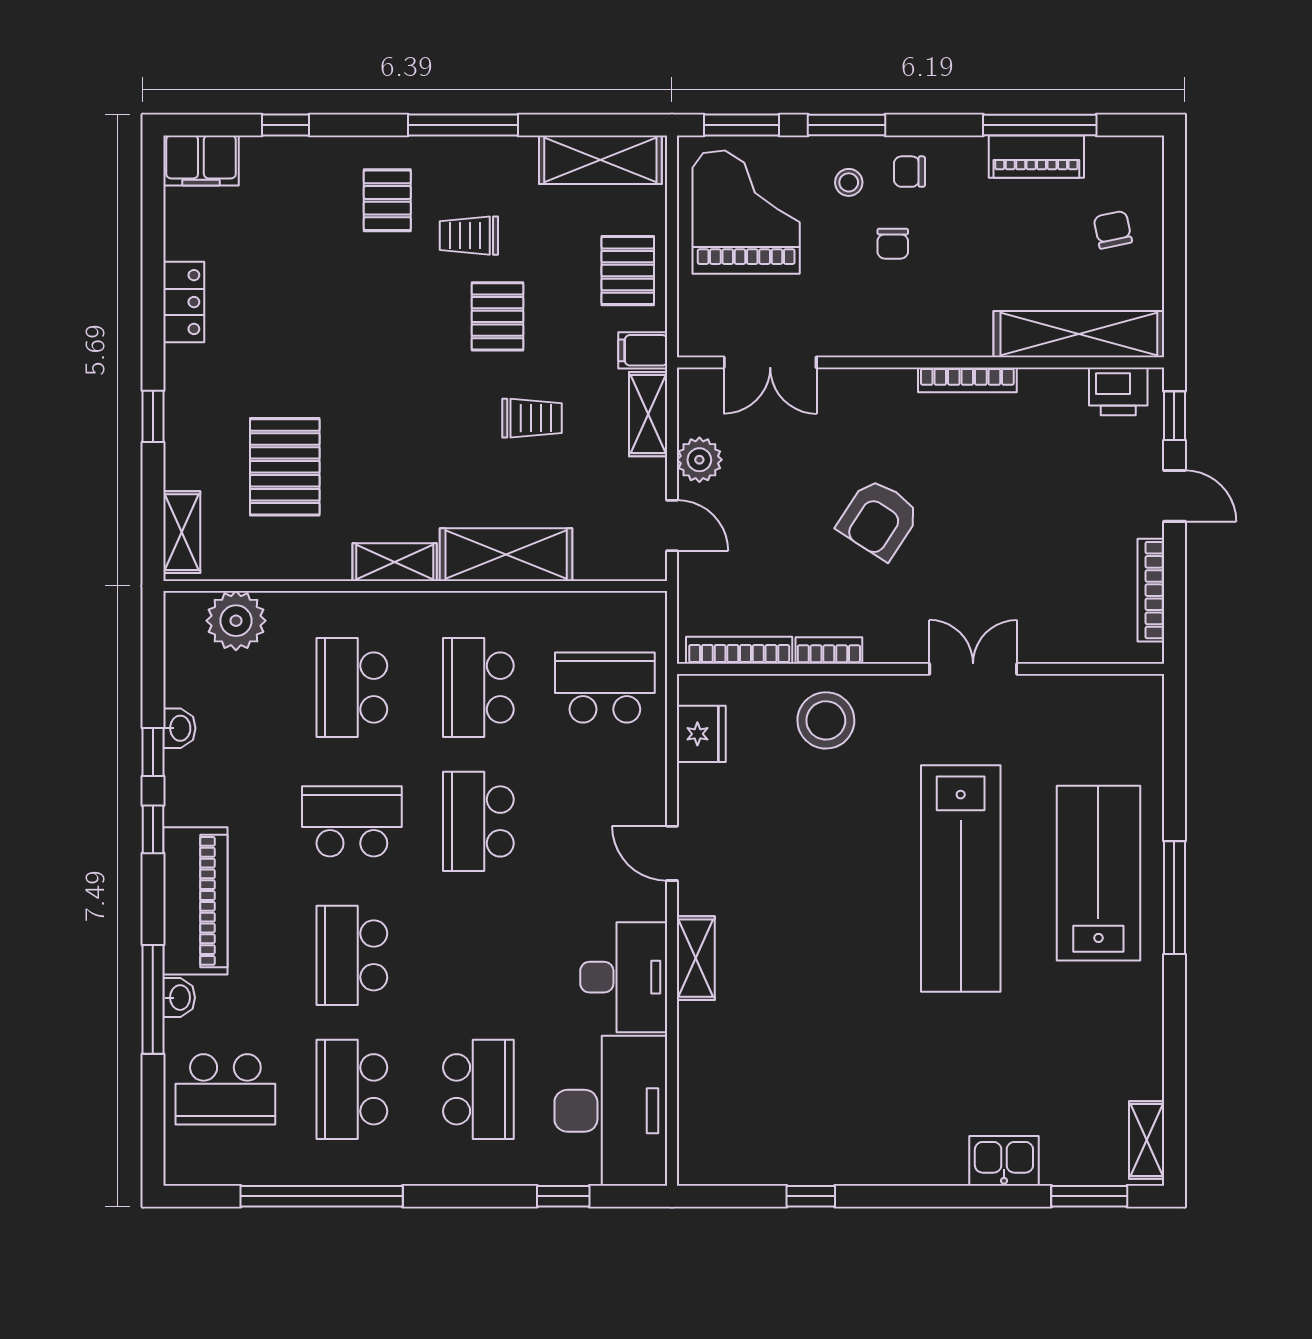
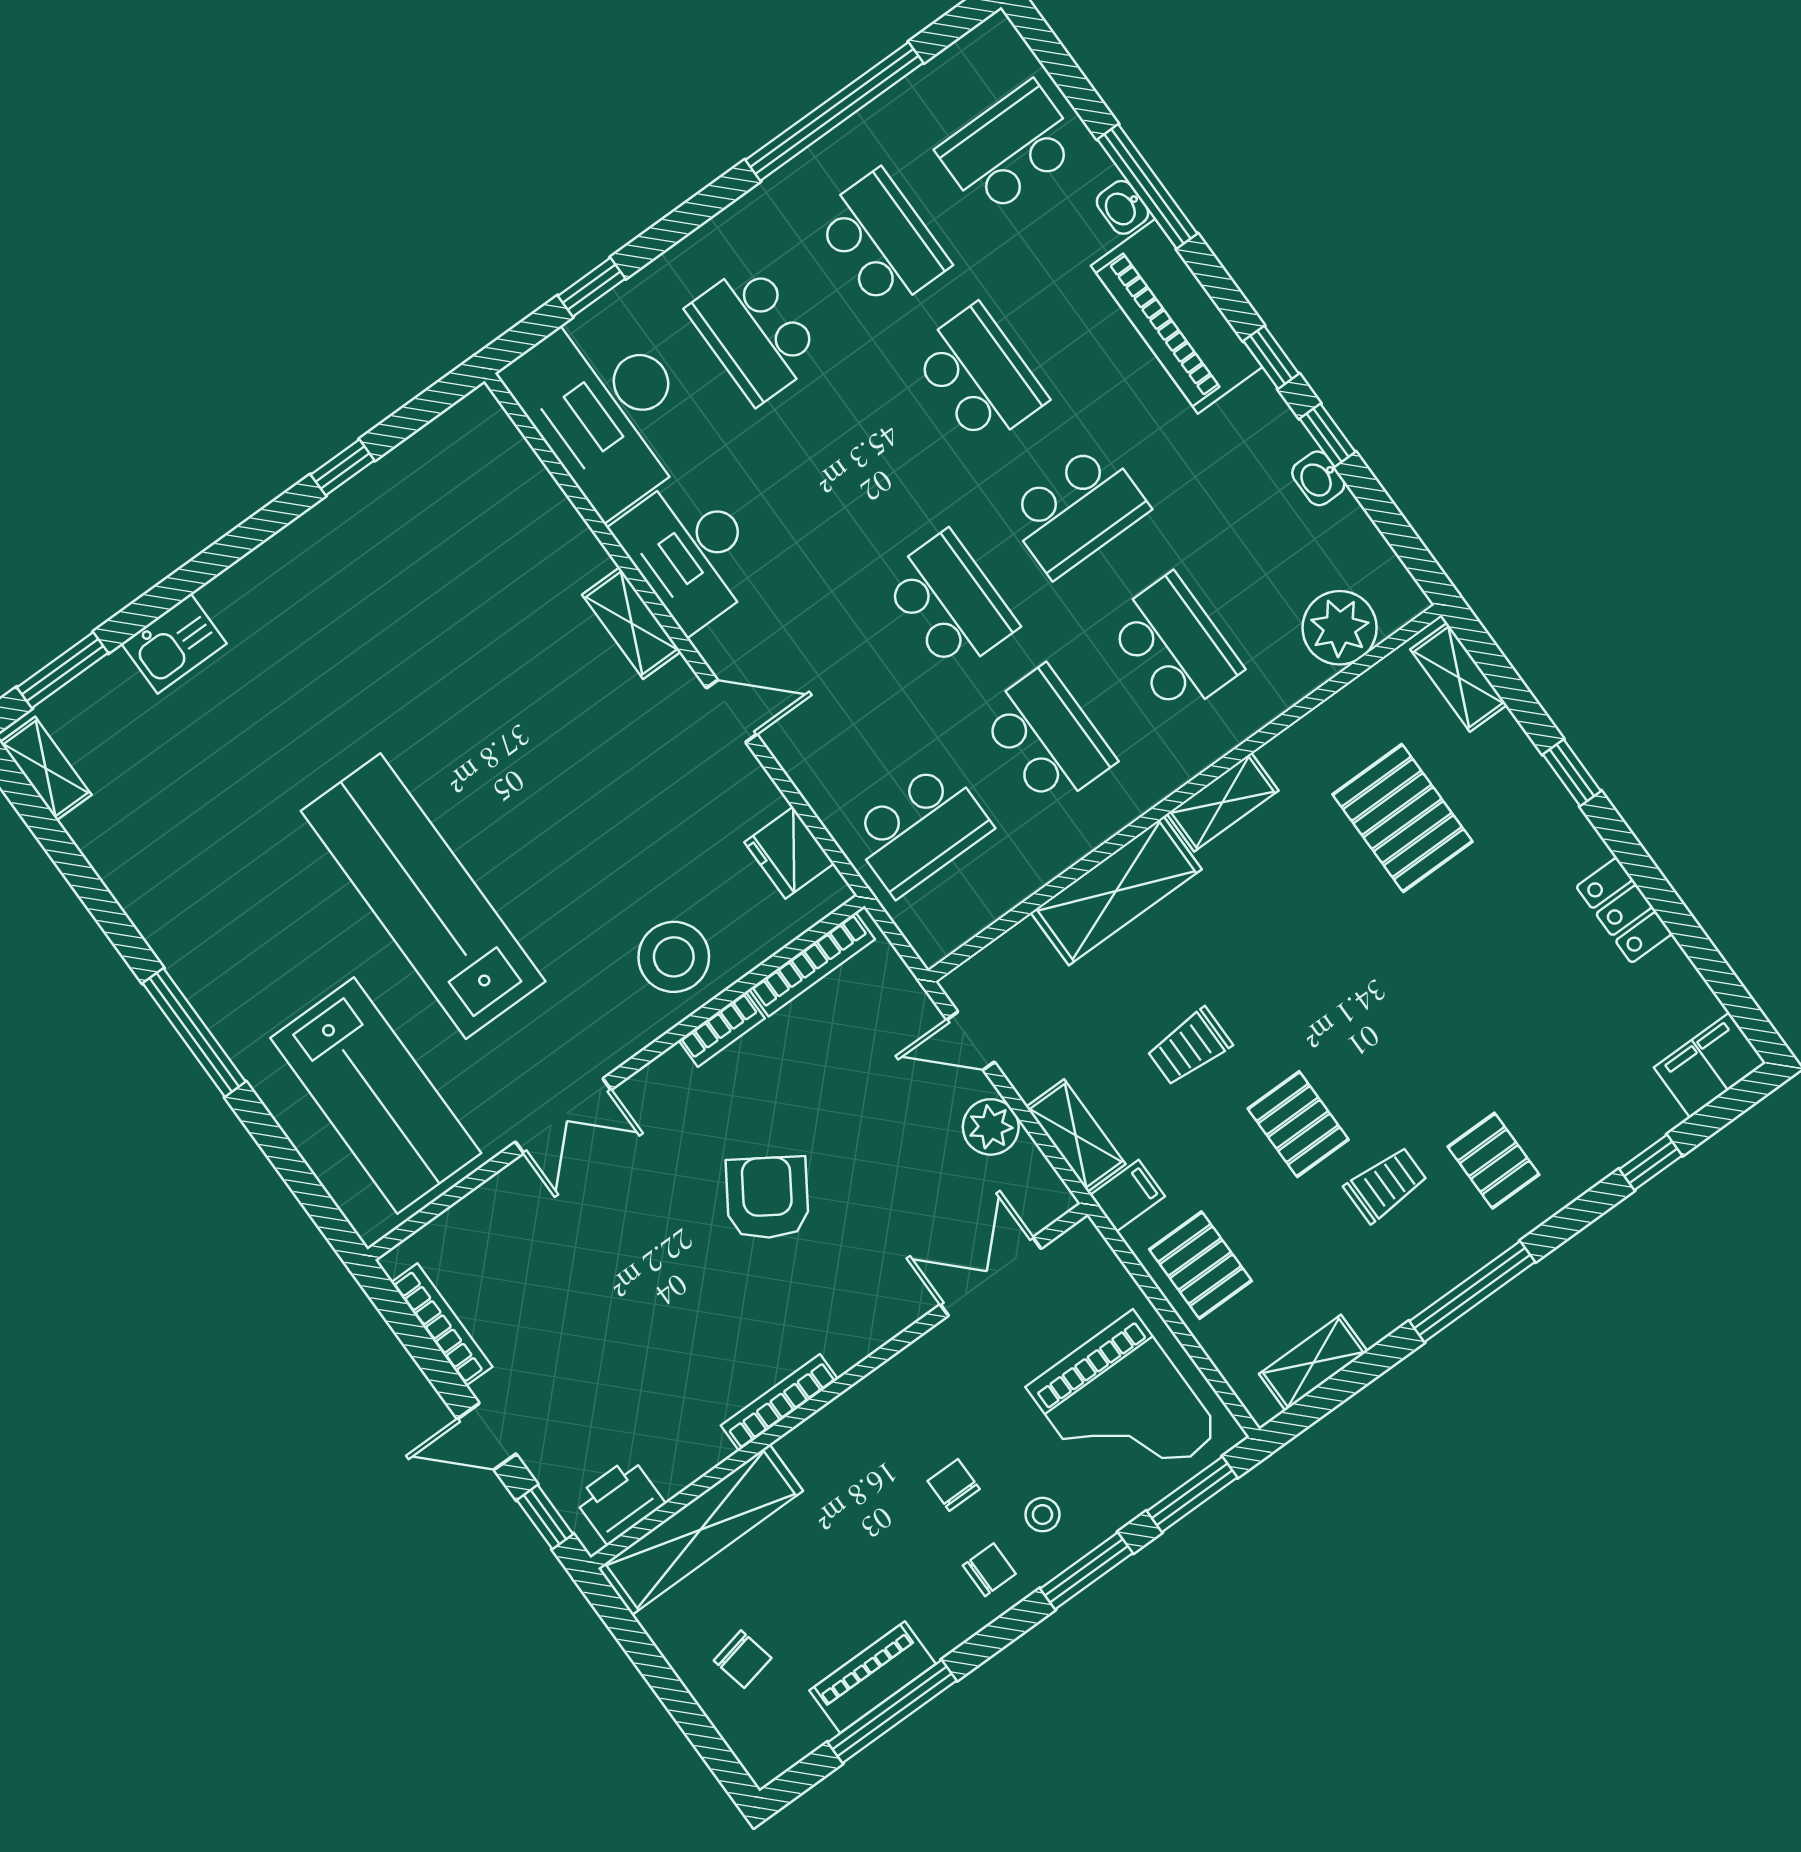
shelving: (600, 160) -> (1313, 1363), width x0.67, depth x0.75
lab bench: (1098, 873) -> (376, 1095), moved

